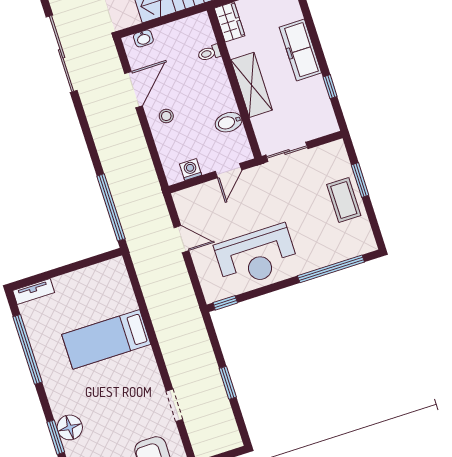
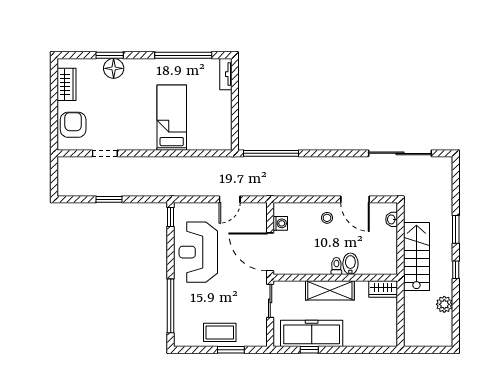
freezer: (300, 50) -> (312, 333), moved, width x1.36, depth x1.26
toilet: (209, 53) -> (336, 266), moved
bidet: (229, 122) -> (350, 264), moved
door: (229, 171) -> (270, 252), width x1.88

